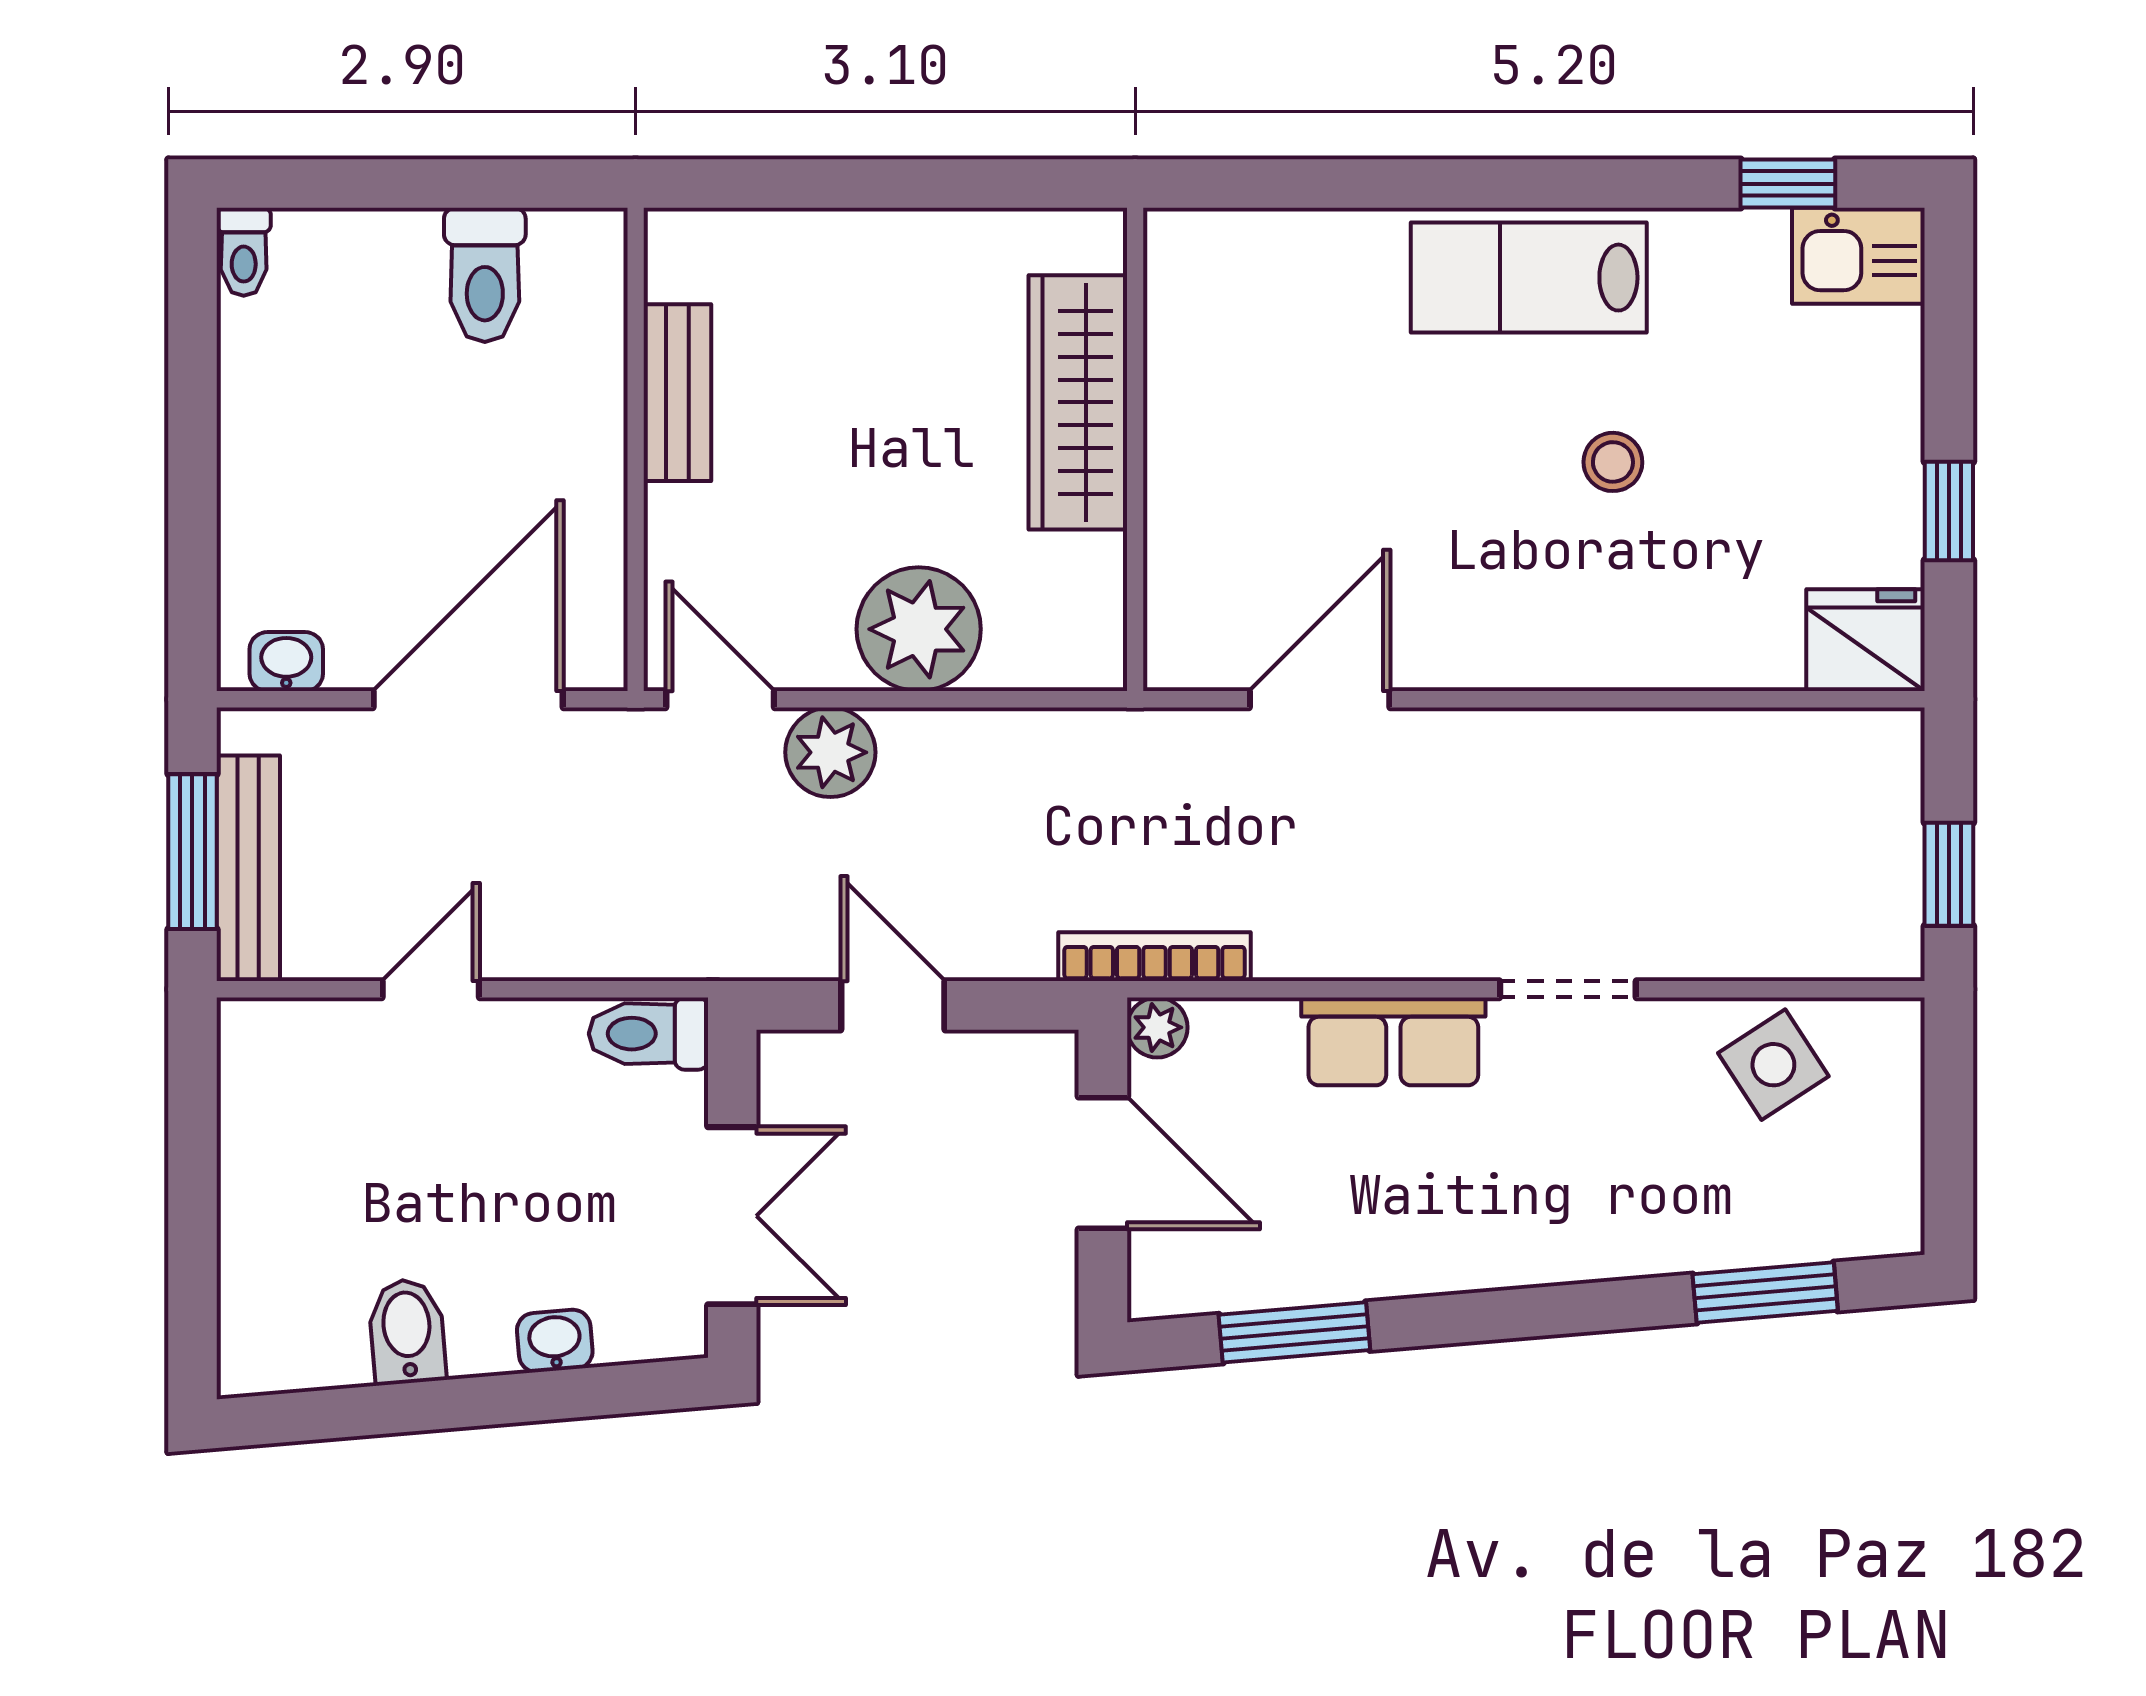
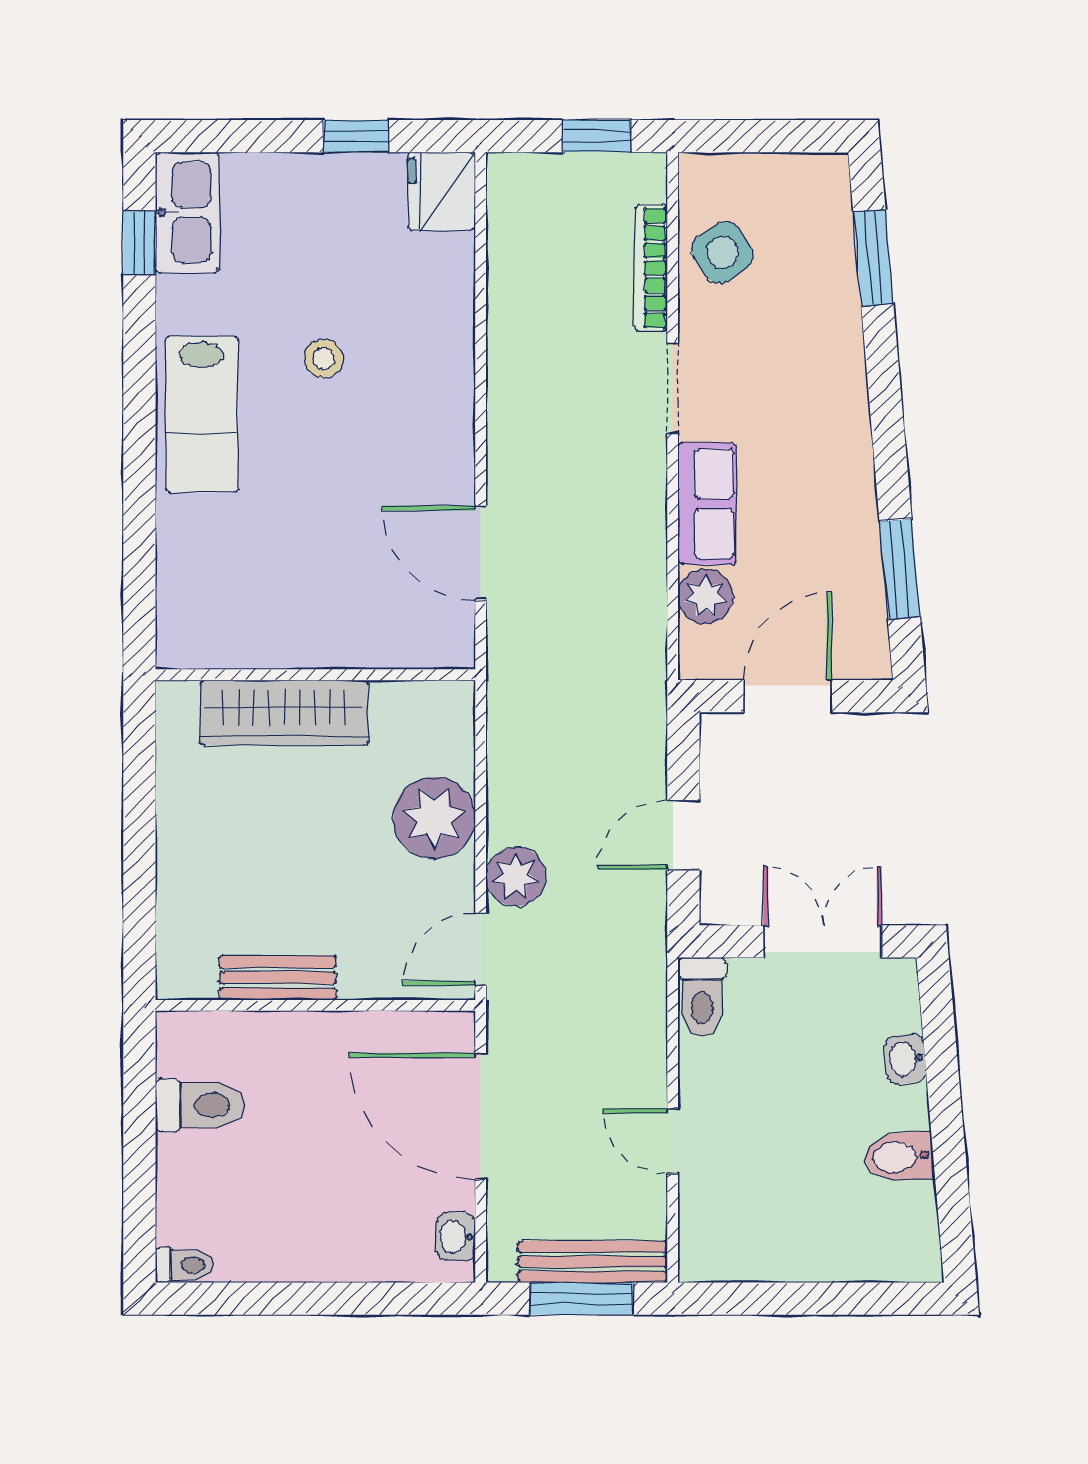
kitchen sink: (1858, 256) -> (187, 212), width x1.38
bookcase: (1154, 957) -> (651, 268), moved
plant: (1157, 1027) -> (705, 596), moved, width x1.38, depth x1.38

